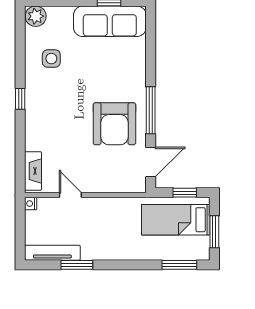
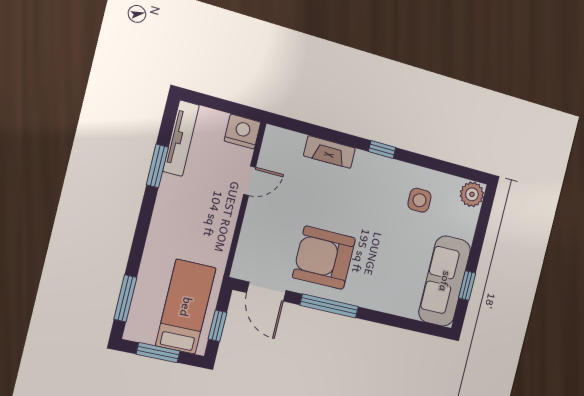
fireplace: (33, 171) -> (329, 152), moved
nightstand: (31, 204) -> (242, 132), width x1.89, depth x1.79

